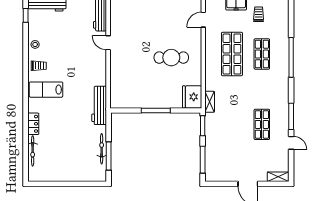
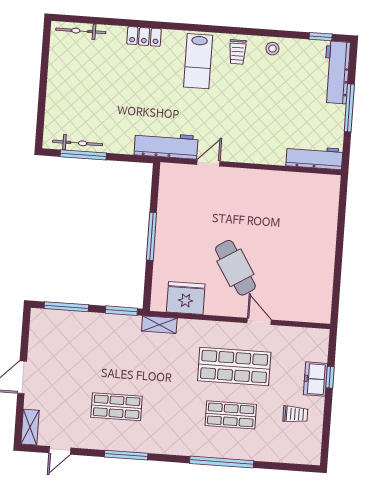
door: (203, 20) -> (259, 321), moved
door: (108, 43) -> (208, 163), moved
cafe table: (171, 58) -> (235, 268), turned -32
lab bench: (46, 90) -> (198, 61), turned 180
fridge: (192, 97) -> (186, 298), moved
door: (291, 143) -> (60, 450), moved
bicycle: (102, 149) -> (78, 143), moved
bicycle: (33, 151) -> (81, 31), moved

